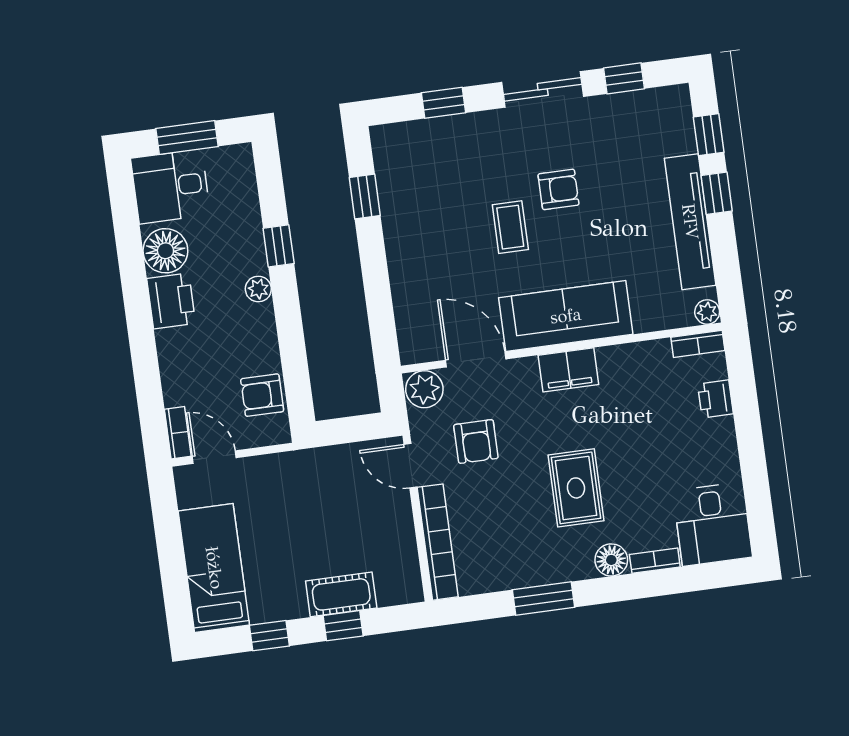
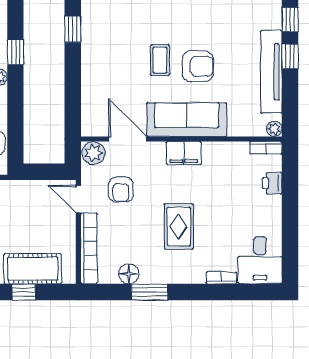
armchair: (559, 189) -> (198, 66), moved, width x1.38, depth x1.38
floor lamp: (611, 560) -> (129, 274), moved
cot: (341, 594) -> (33, 269), width x1.37, depth x1.34

